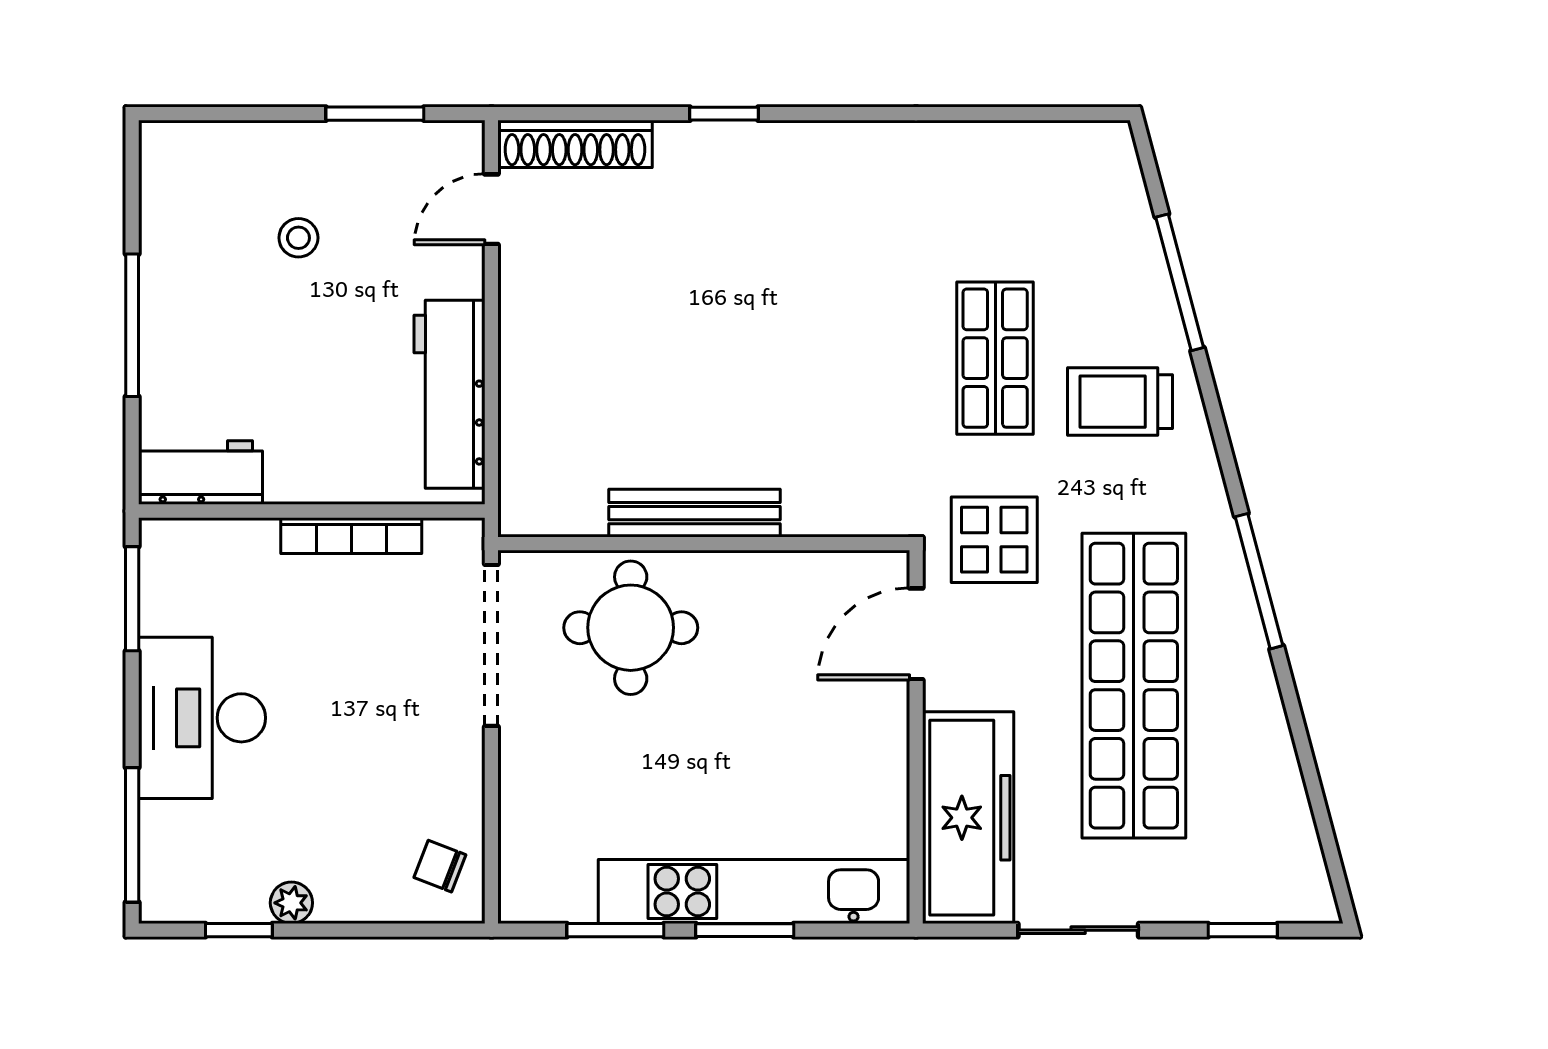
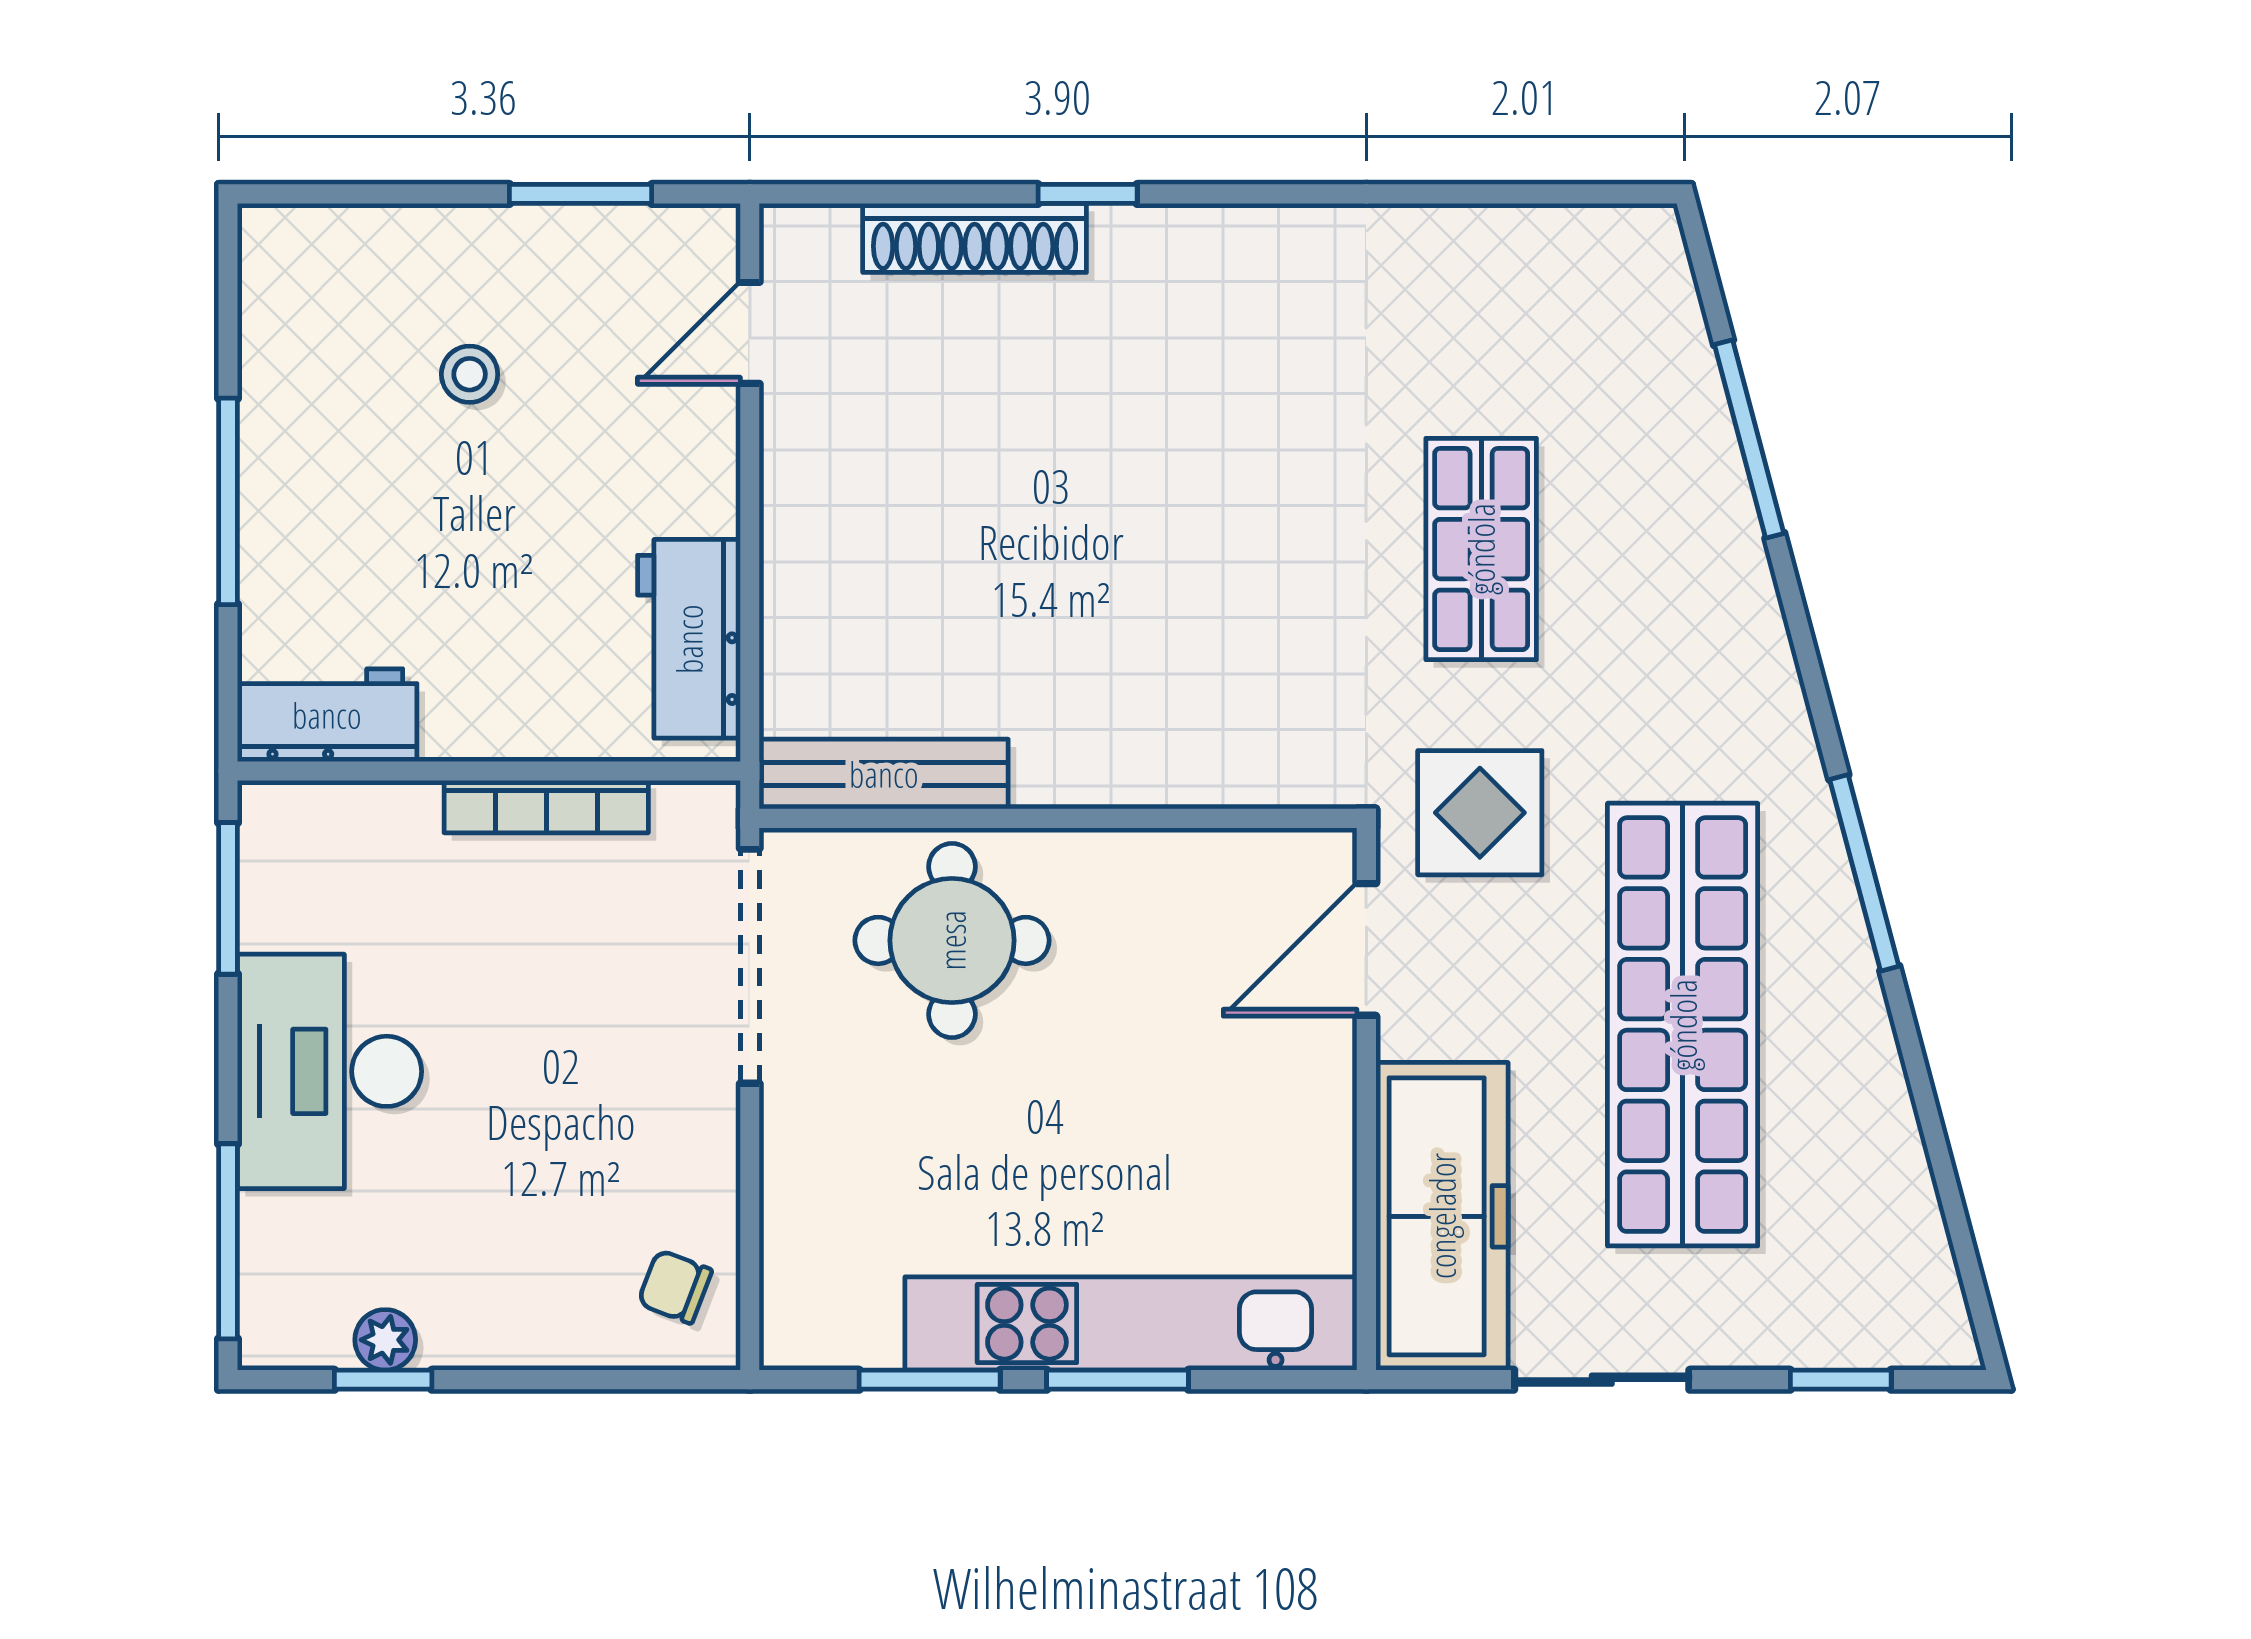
shoe rack: (575, 144) -> (975, 238), moved
workbench: (450, 394) -> (689, 639), width x0.73
trolley: (1120, 402) -> (1662, 612), removed
bench: (695, 513) -> (884, 774), moved
plant: (291, 903) -> (385, 1340), moved

